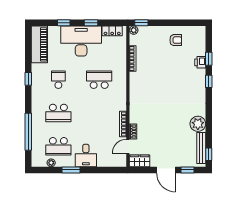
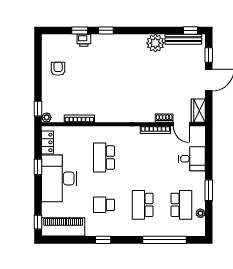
window: (64, 23) -> (38, 222), moved
school desk: (58, 113) -> (143, 205), turned 180
desk: (86, 155) -> (192, 159), moved

